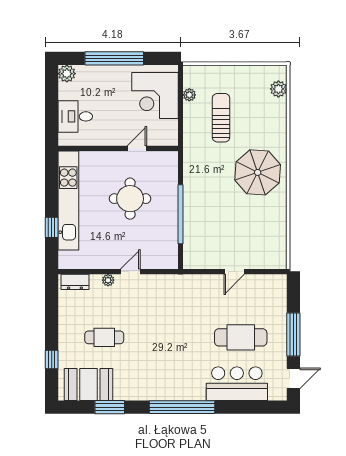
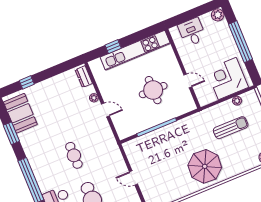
cafe table: (104, 337) -> (74, 155), moved

